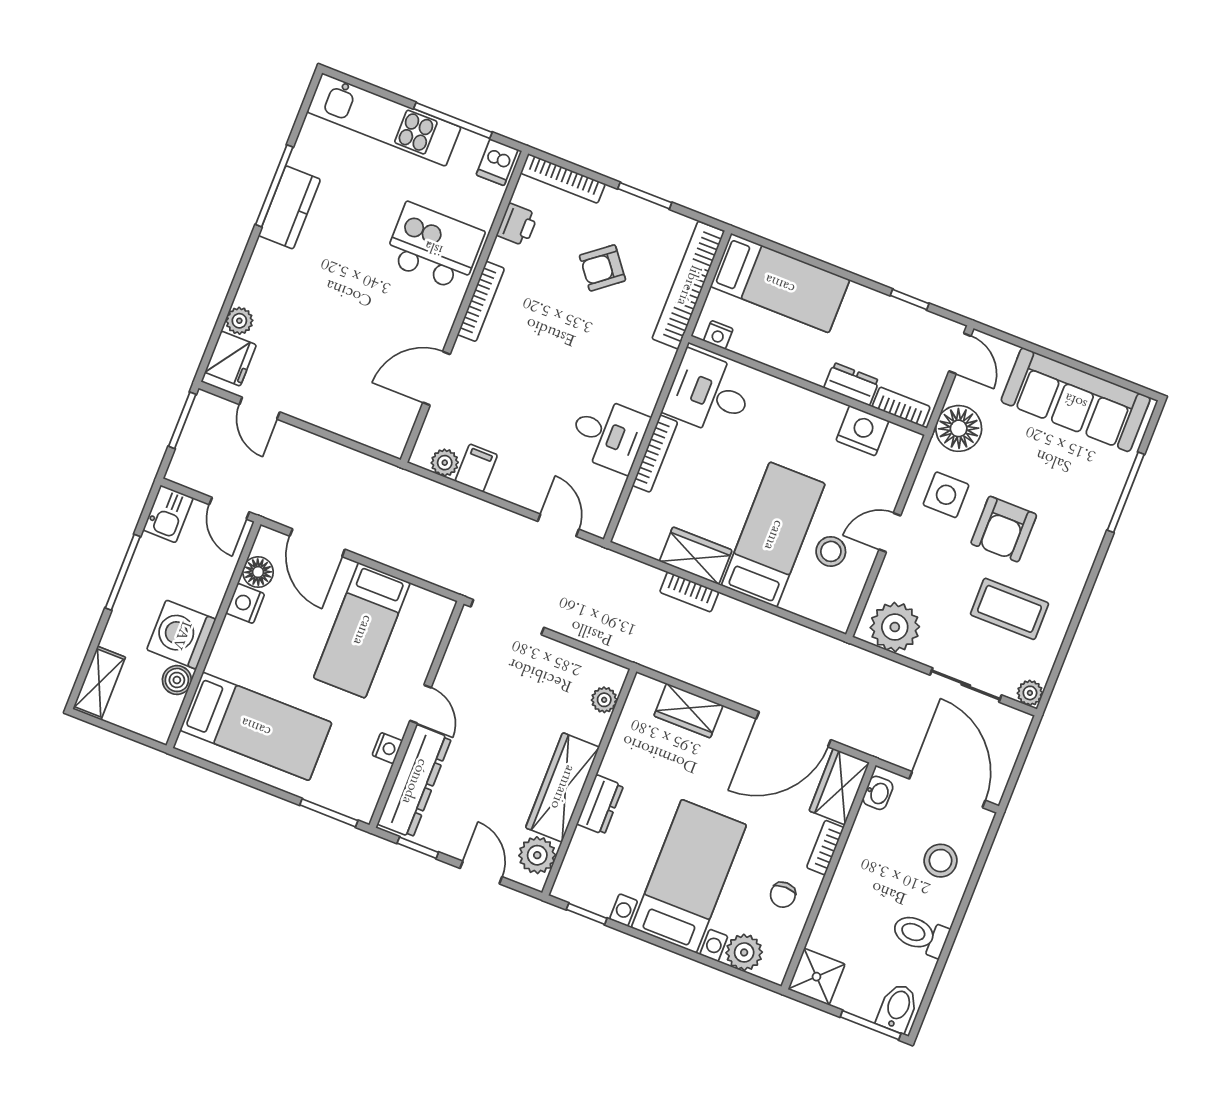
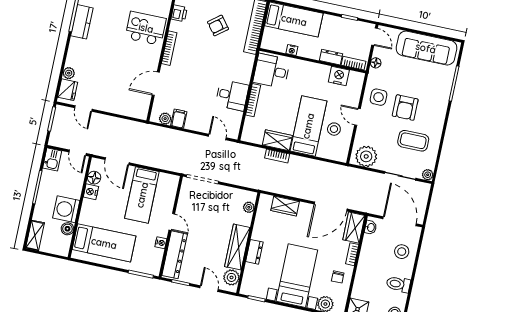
nightstand: (718, 335) -> (292, 50), moved
floor lamp: (959, 428) -> (376, 63), width x0.53, depth x0.53
door: (890, 532) -> (357, 117), hinge flipped

